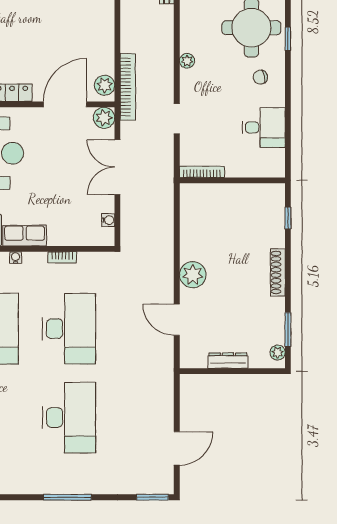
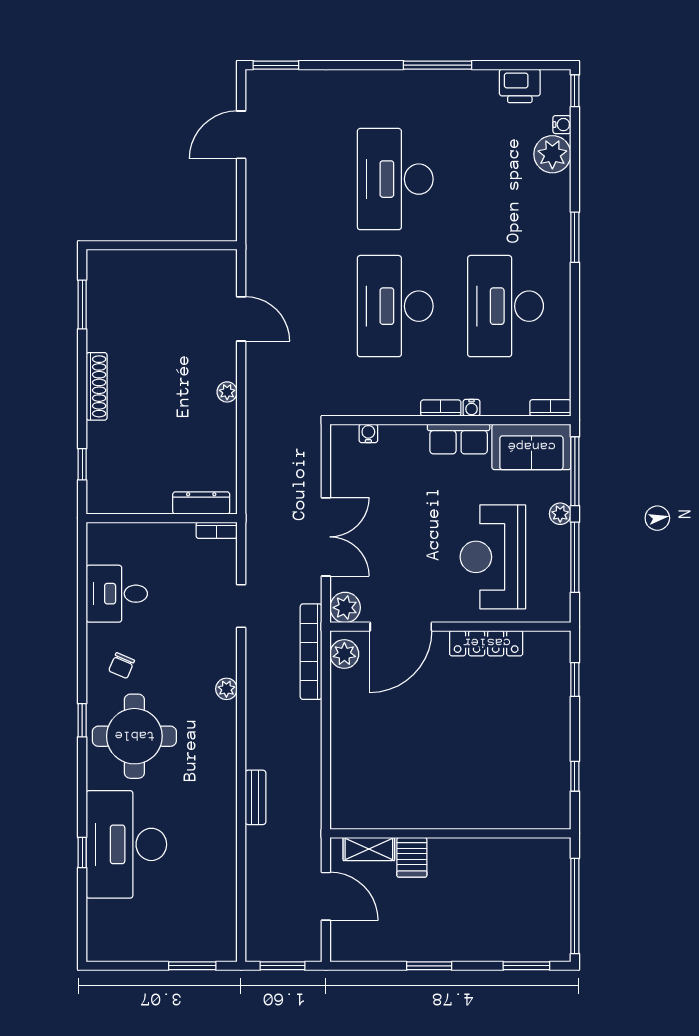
chair: (260, 77) -> (122, 666), turned 125
bookcase: (202, 172) -> (217, 530), width x0.64
water cooler: (108, 220) -> (368, 433), moved, turned 90
bookcase: (62, 257) -> (441, 408), moved
plant: (193, 275) -> (227, 392), width x0.53, depth x0.53
plant: (278, 353) -> (97, 272), removed
dresser: (228, 361) -> (201, 503), moved, turned 180
window: (67, 497) -> (437, 65), moved

